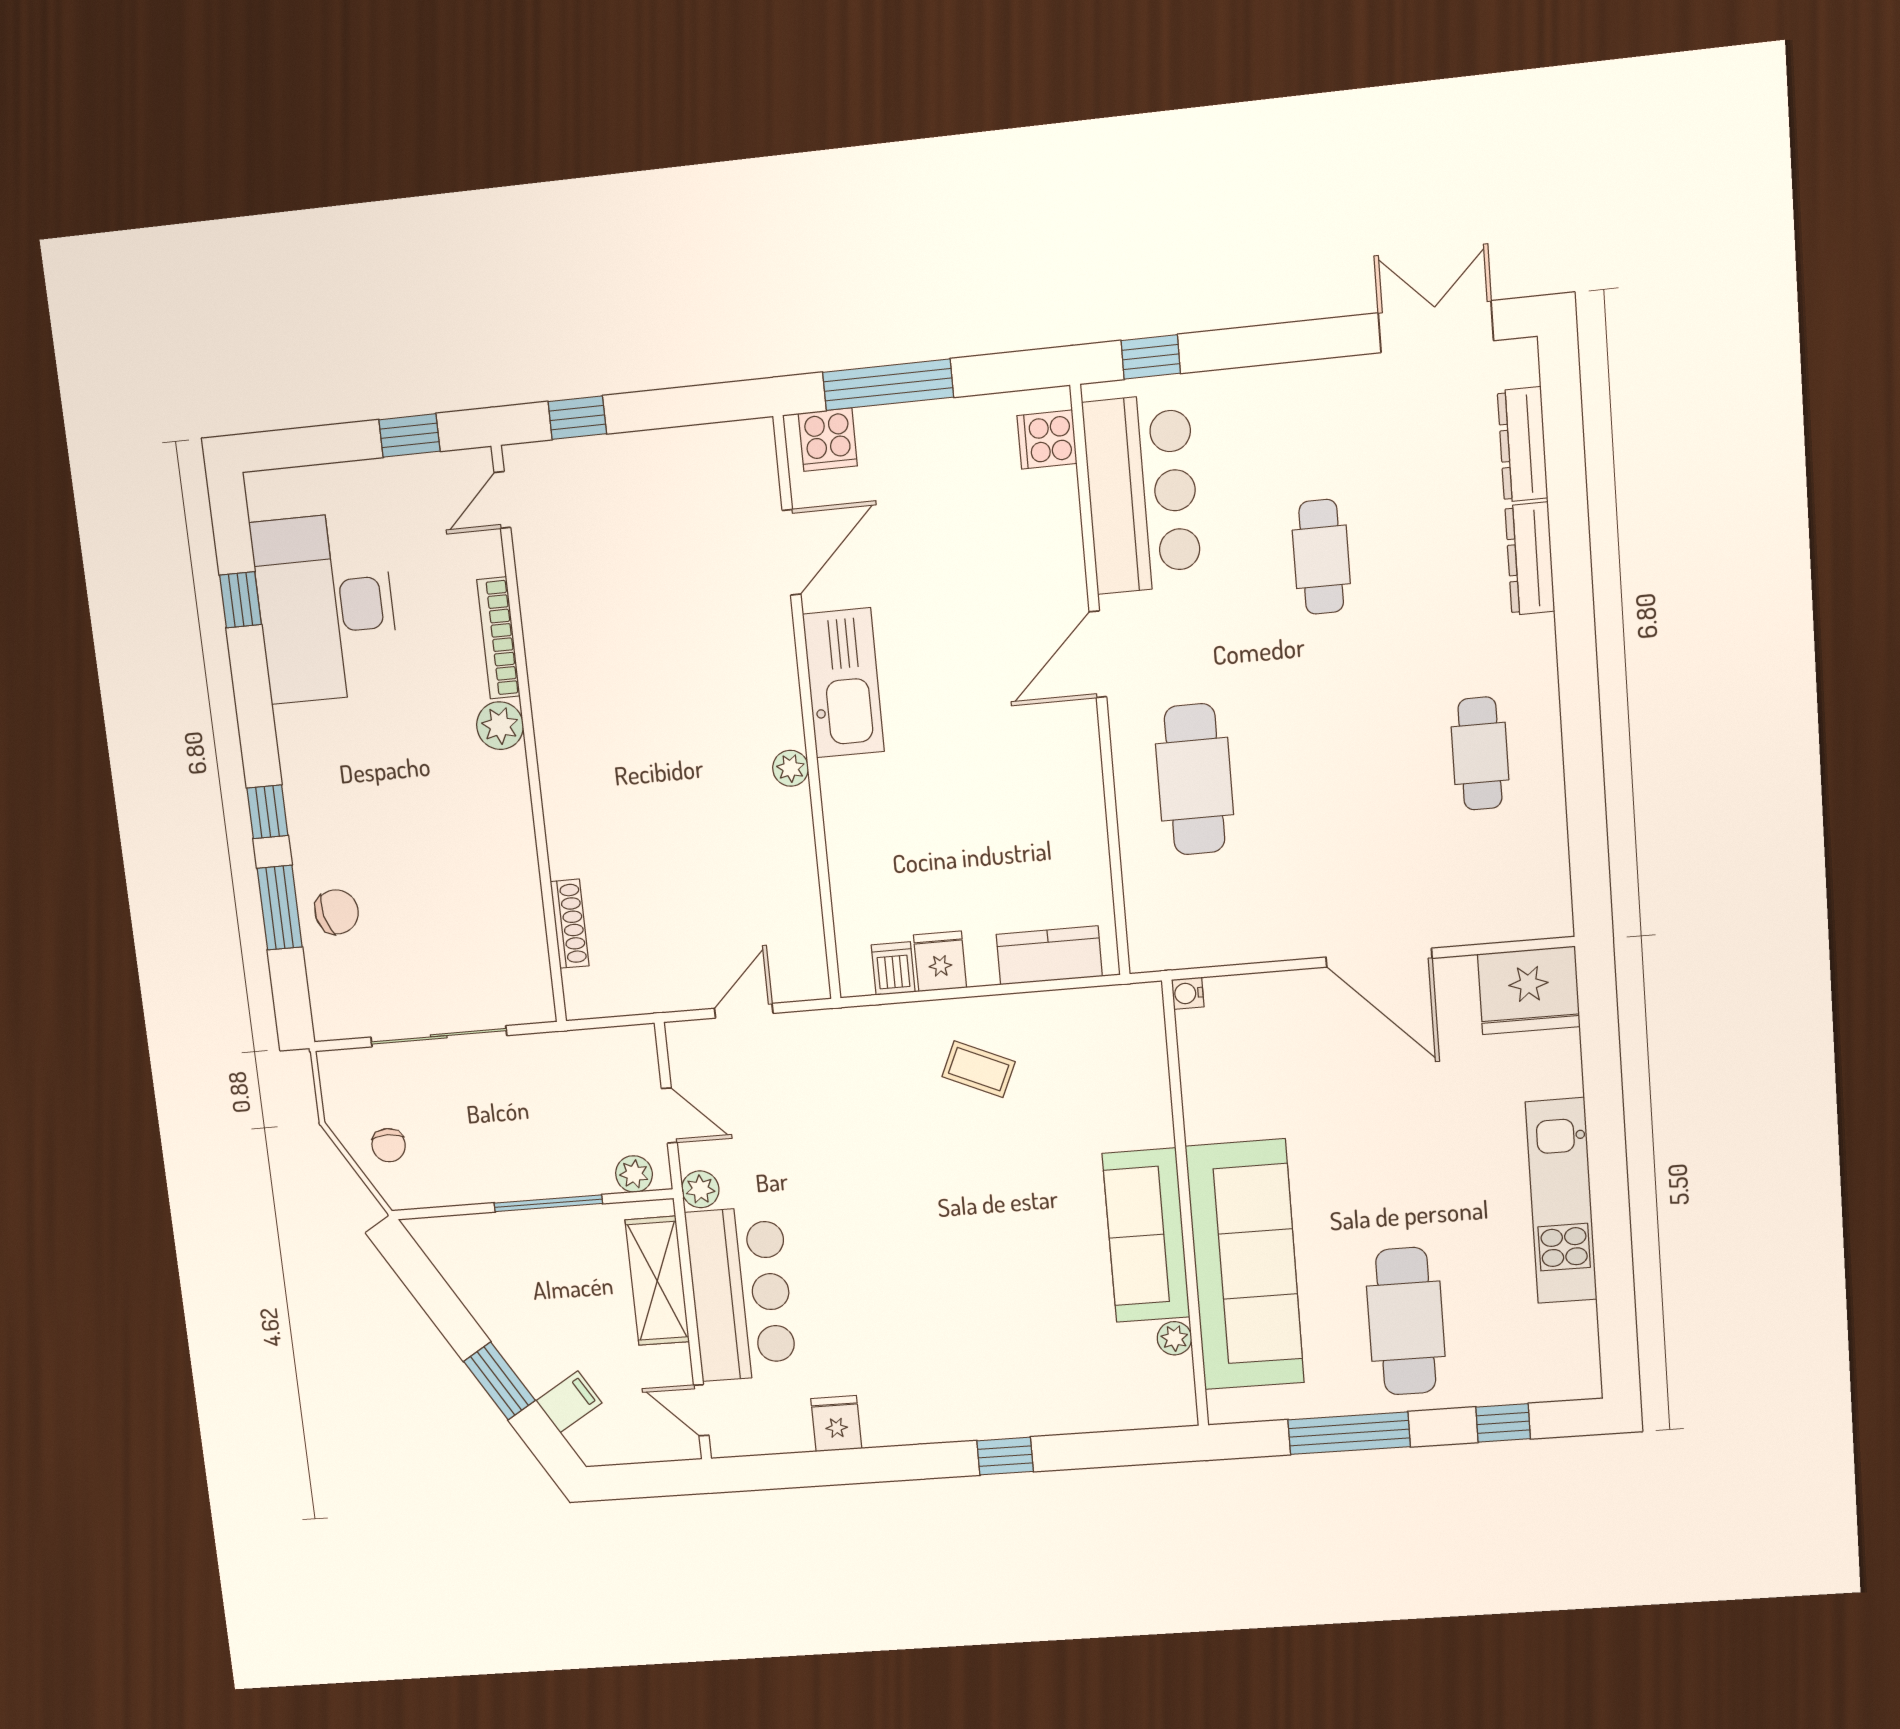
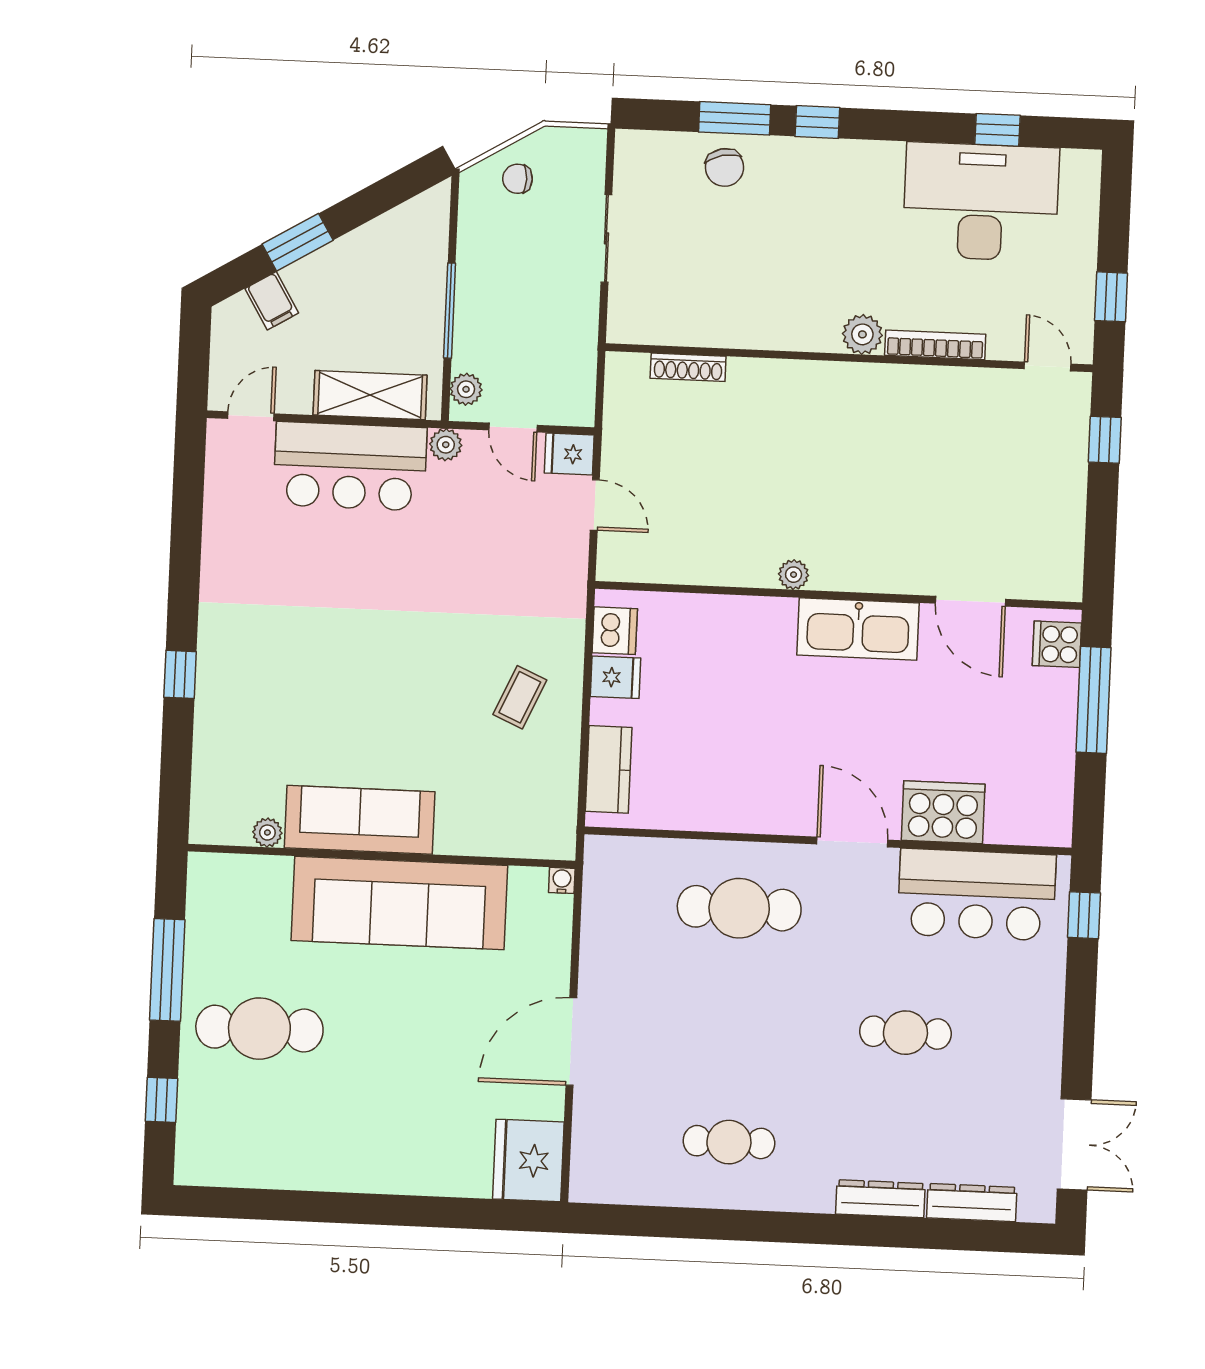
cooker: (1047, 440) -> (943, 812), moved, width x1.87, depth x1.31
dishwasher: (893, 968) -> (615, 631), width x1.38
sliding door: (439, 1036) -> (606, 238), width x0.73
door: (669, 1115) -> (513, 428), hinge flipped
kitchen unit: (1561, 1201) -> (348, 1168), removed
sofa: (1245, 1265) -> (399, 903), moved
fridge: (836, 1424) -> (569, 454), moved, turned 180

